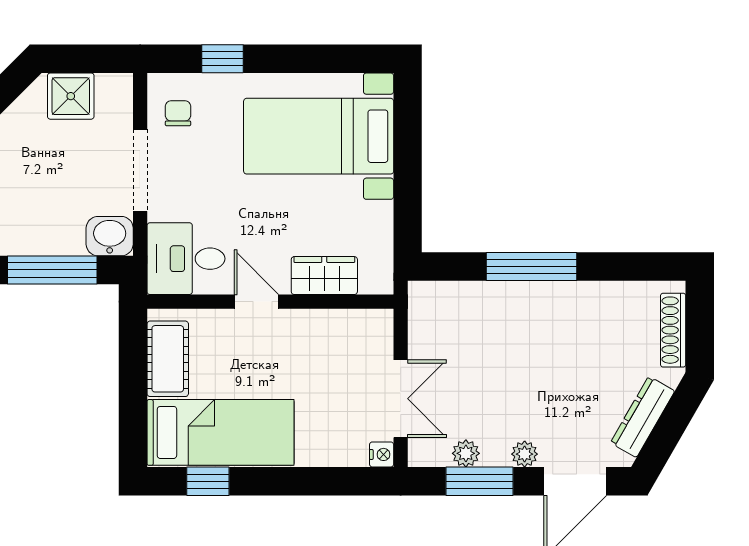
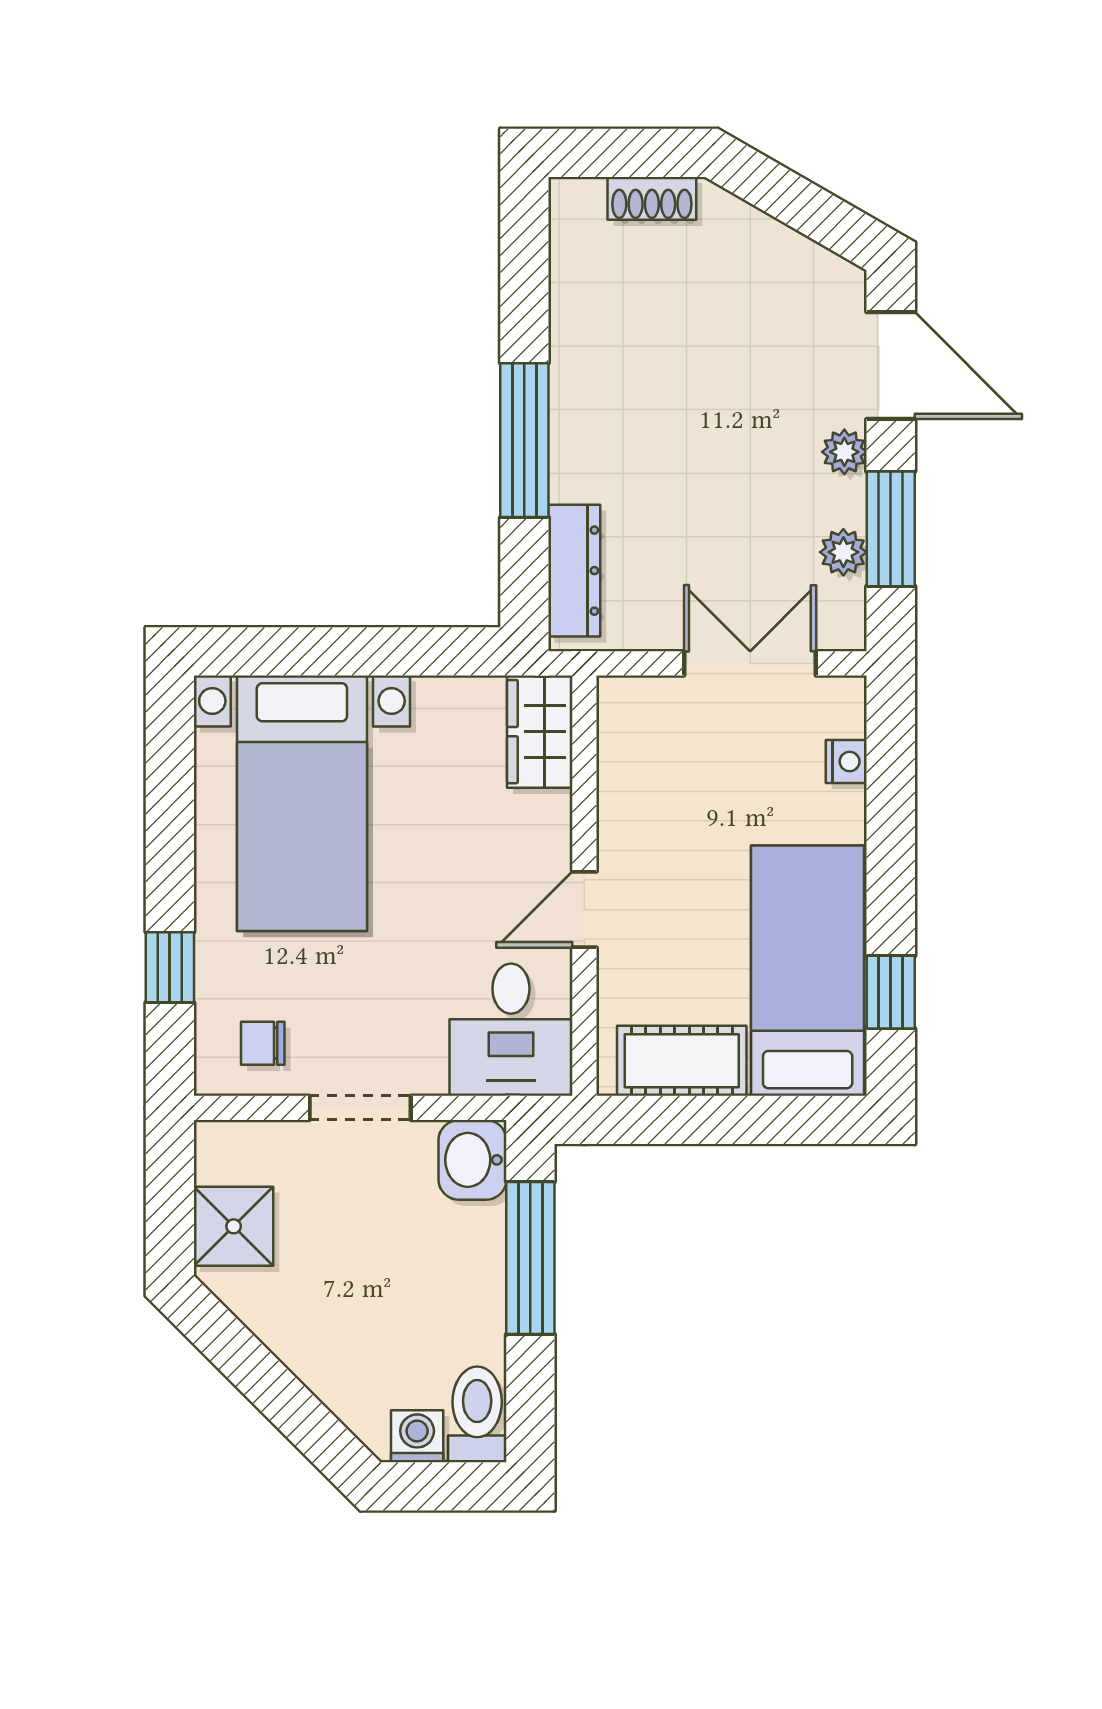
doorway: (140, 170) -> (360, 1108), width x0.73
wardrobe: (324, 276) -> (540, 732), moved
shoe rack: (673, 330) -> (652, 198), width x0.70
dresser: (643, 417) -> (574, 571), moved, turned -120
nightstand: (382, 454) -> (846, 761), moved, turned 90

